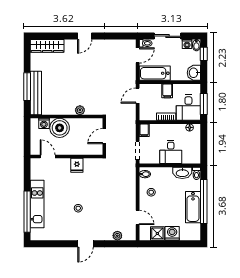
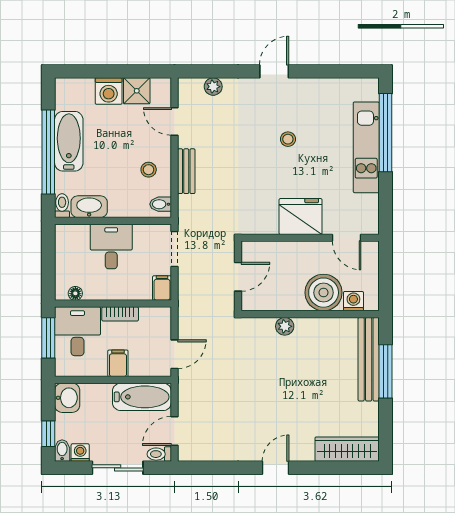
fridge: (77, 165) -> (301, 217), width x1.88, depth x1.34
bench: (131, 191) -> (186, 171), added

